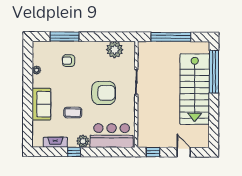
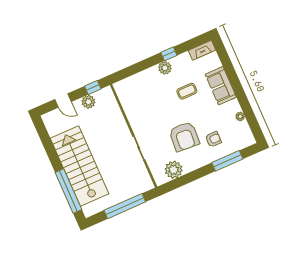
armchair: (104, 93) -> (184, 136), moved, turned -86
bar counter: (112, 136) -> (140, 86), removed
plant: (162, 141) -> (88, 102), added
fireplace: (55, 142) -> (202, 50), moved

